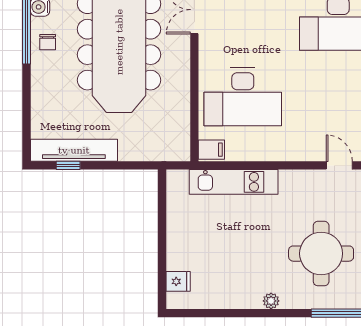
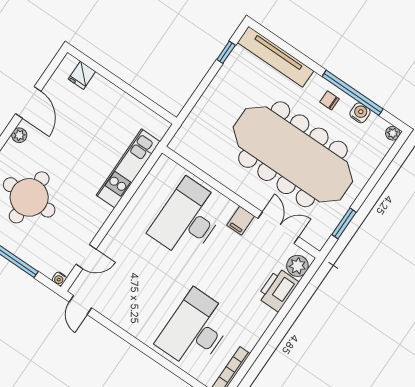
tv unit: (74, 150) -> (275, 57), moved, turned 90
filing cabinet: (211, 150) -> (241, 221), moved
door: (236, 313) -> (28, 102), added

